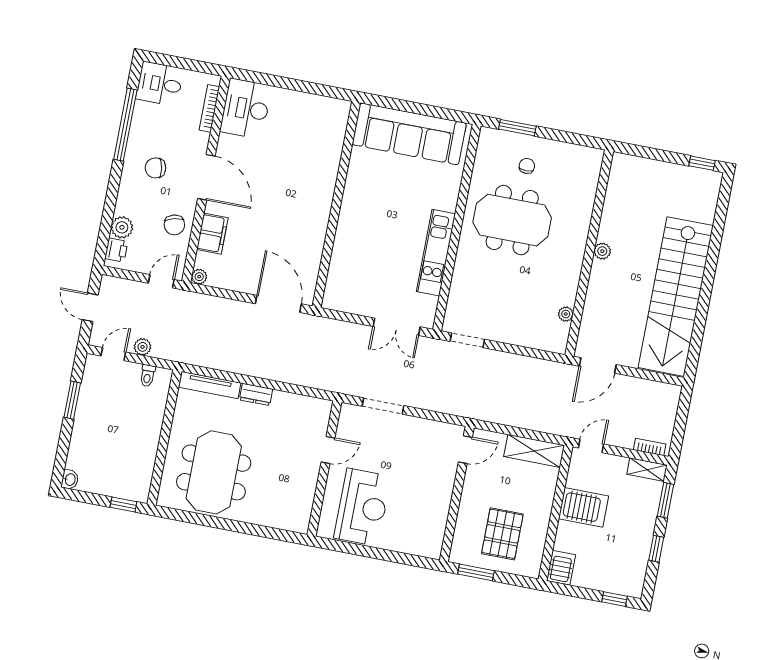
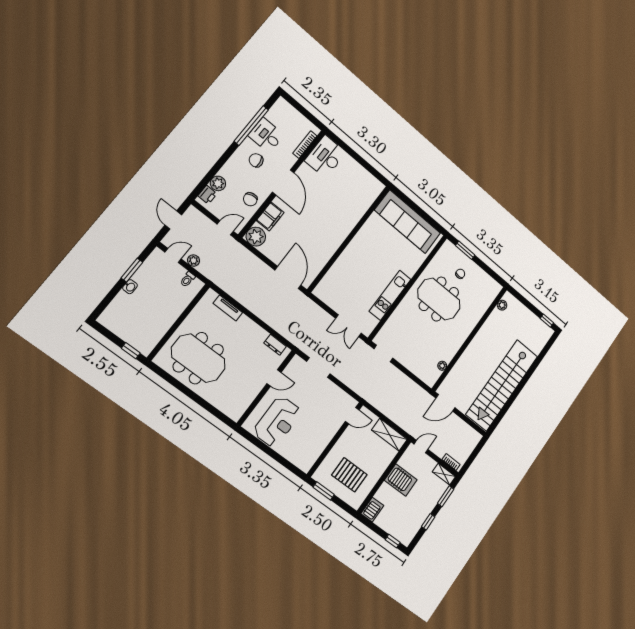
desk: (160, 84) -> (266, 135), moved
plant: (602, 251) -> (502, 305), moved
plant: (199, 277) -> (256, 237), width x1.88, depth x1.88
tv unit: (210, 385) -> (228, 308), width x0.71
dresser: (256, 394) -> (275, 345), moved
meeting table: (214, 472) -> (198, 358), turned 90
washbasin: (70, 480) -> (130, 287), moved
pallet: (502, 534) -> (349, 475), turned 90

